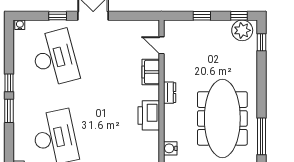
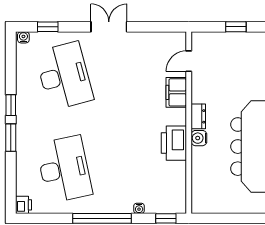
window: (58, 16) -> (48, 27), moved
door: (161, 45) -> (189, 61), hinge flipped
water cooler: (170, 148) -> (199, 138), moved

